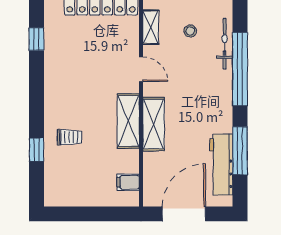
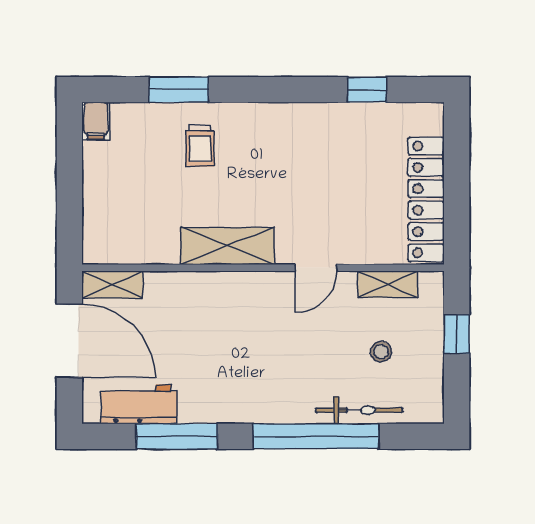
shelving: (154, 124) -> (112, 285), moved, width x0.67, depth x0.75
window: (37, 150) -> (179, 90), width x1.50
workbench: (221, 165) -> (139, 404), width x0.73
filing cabinet: (128, 182) -> (96, 121), moved, turned 180

